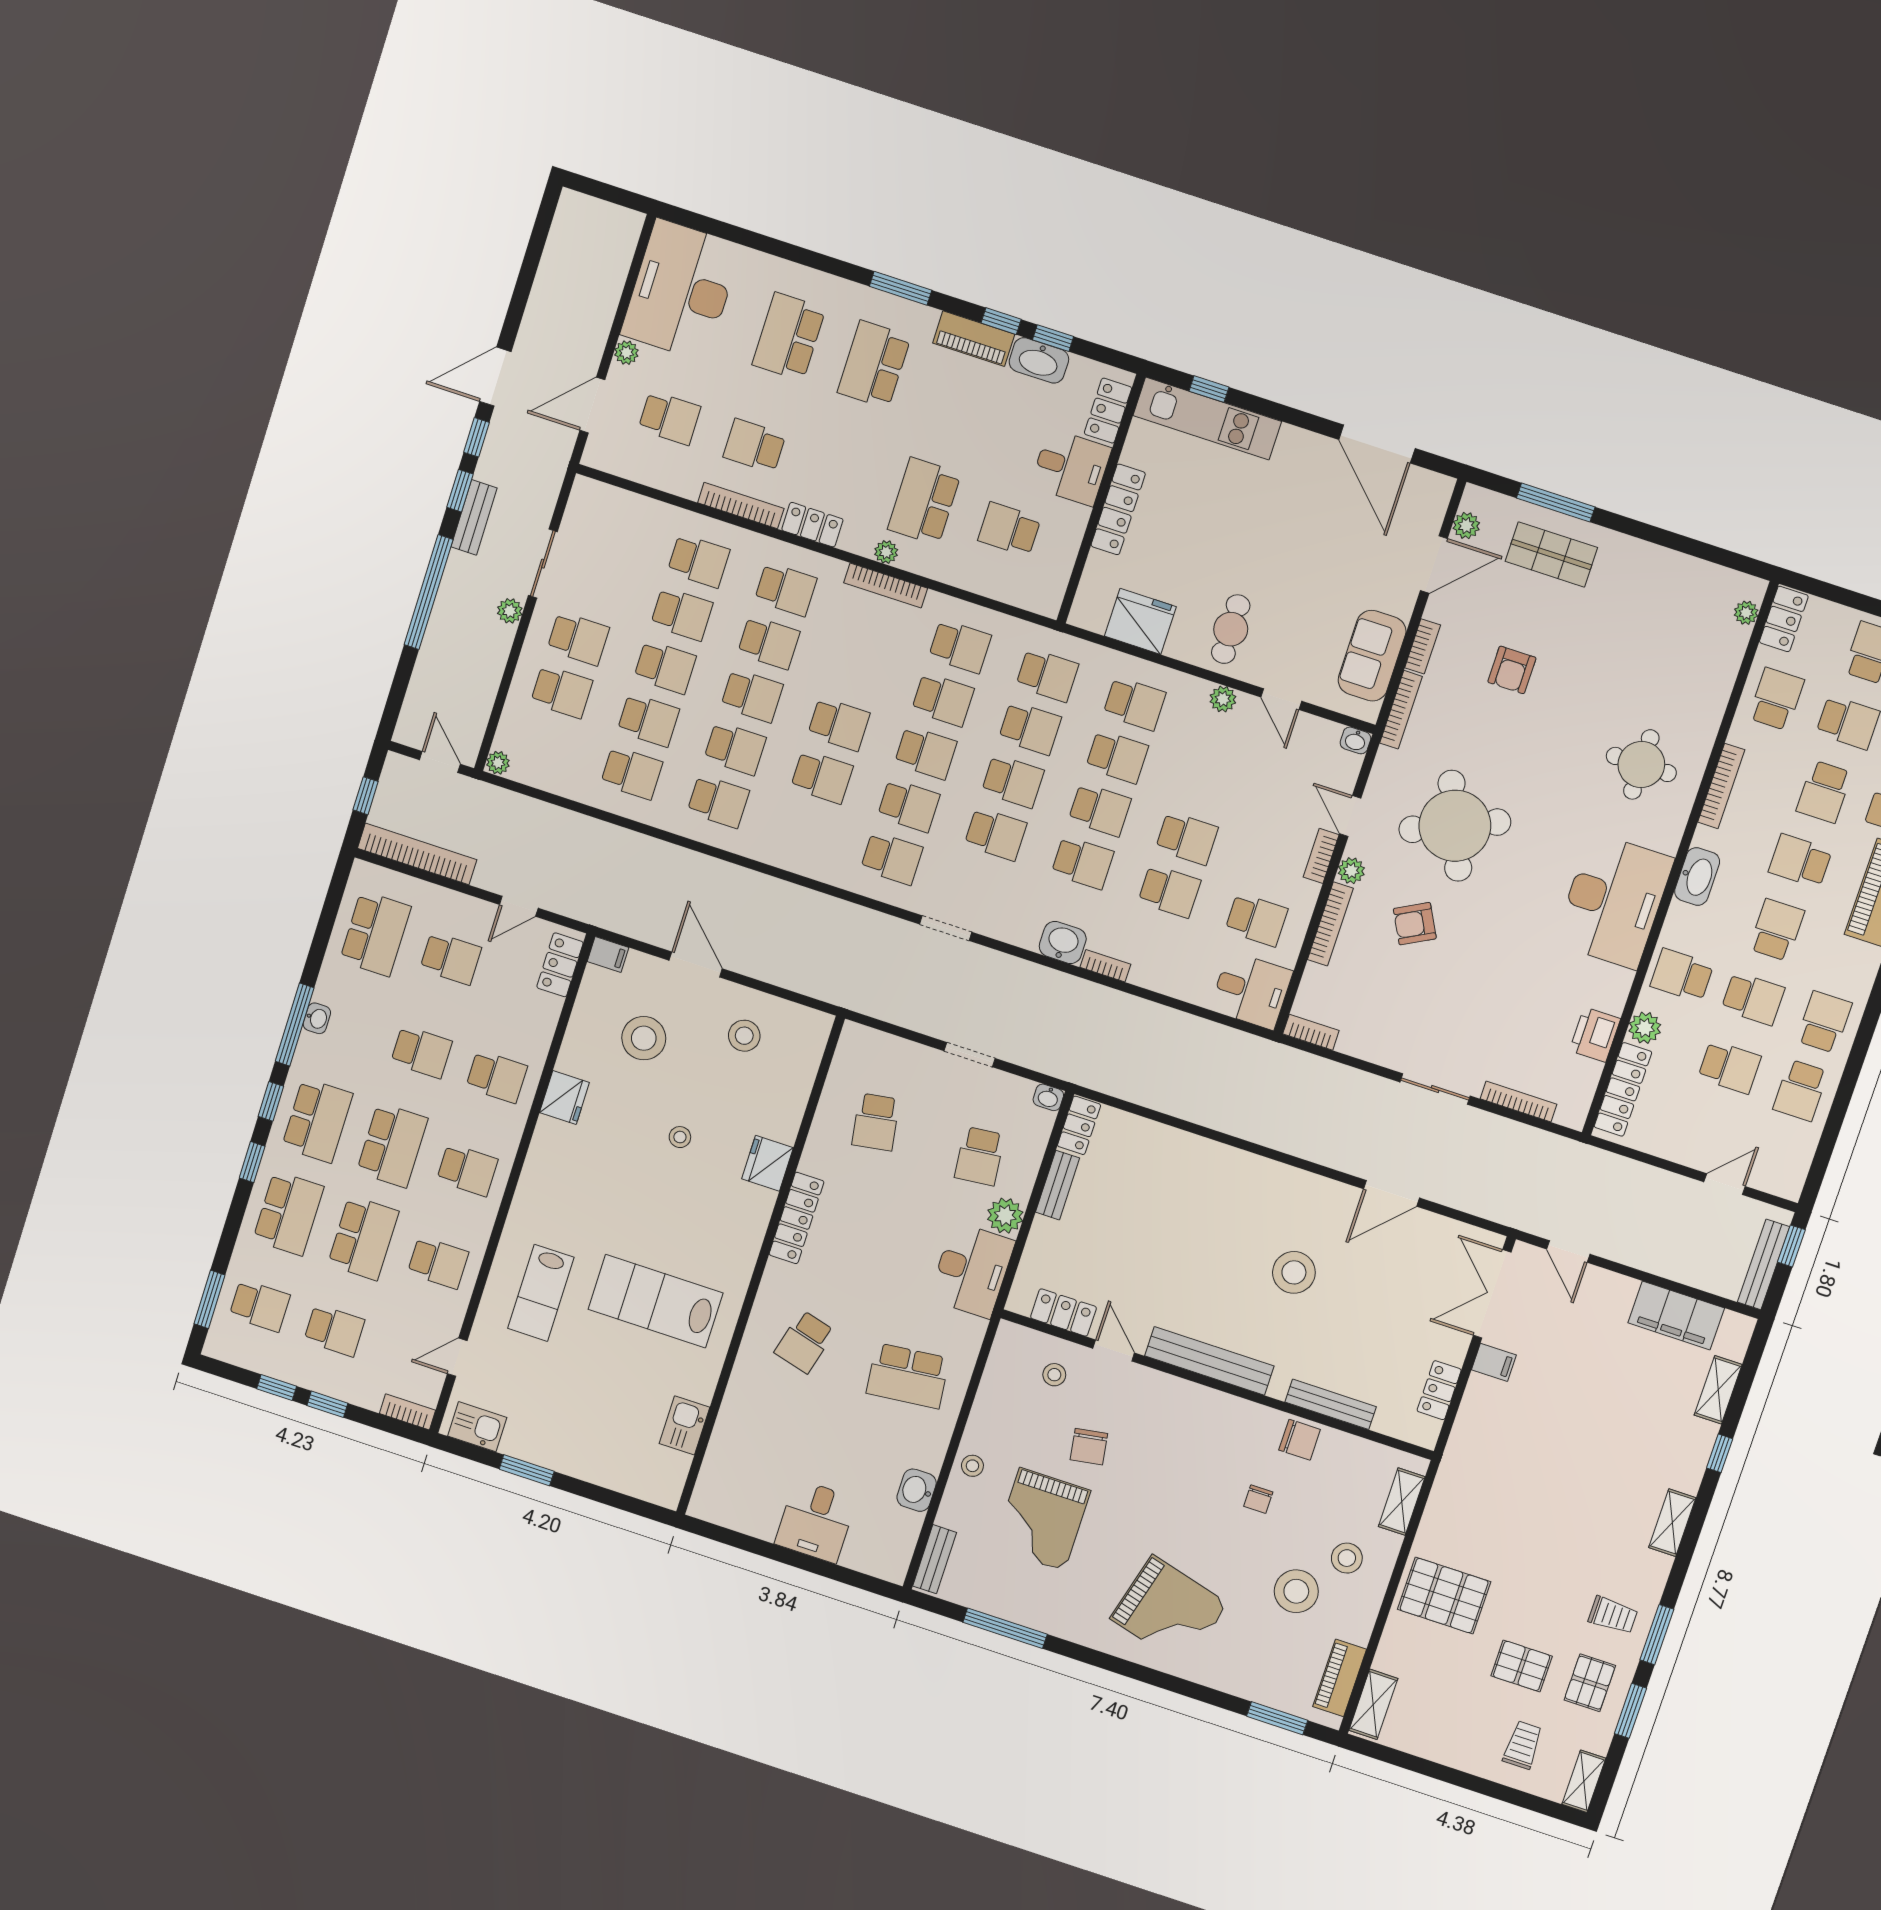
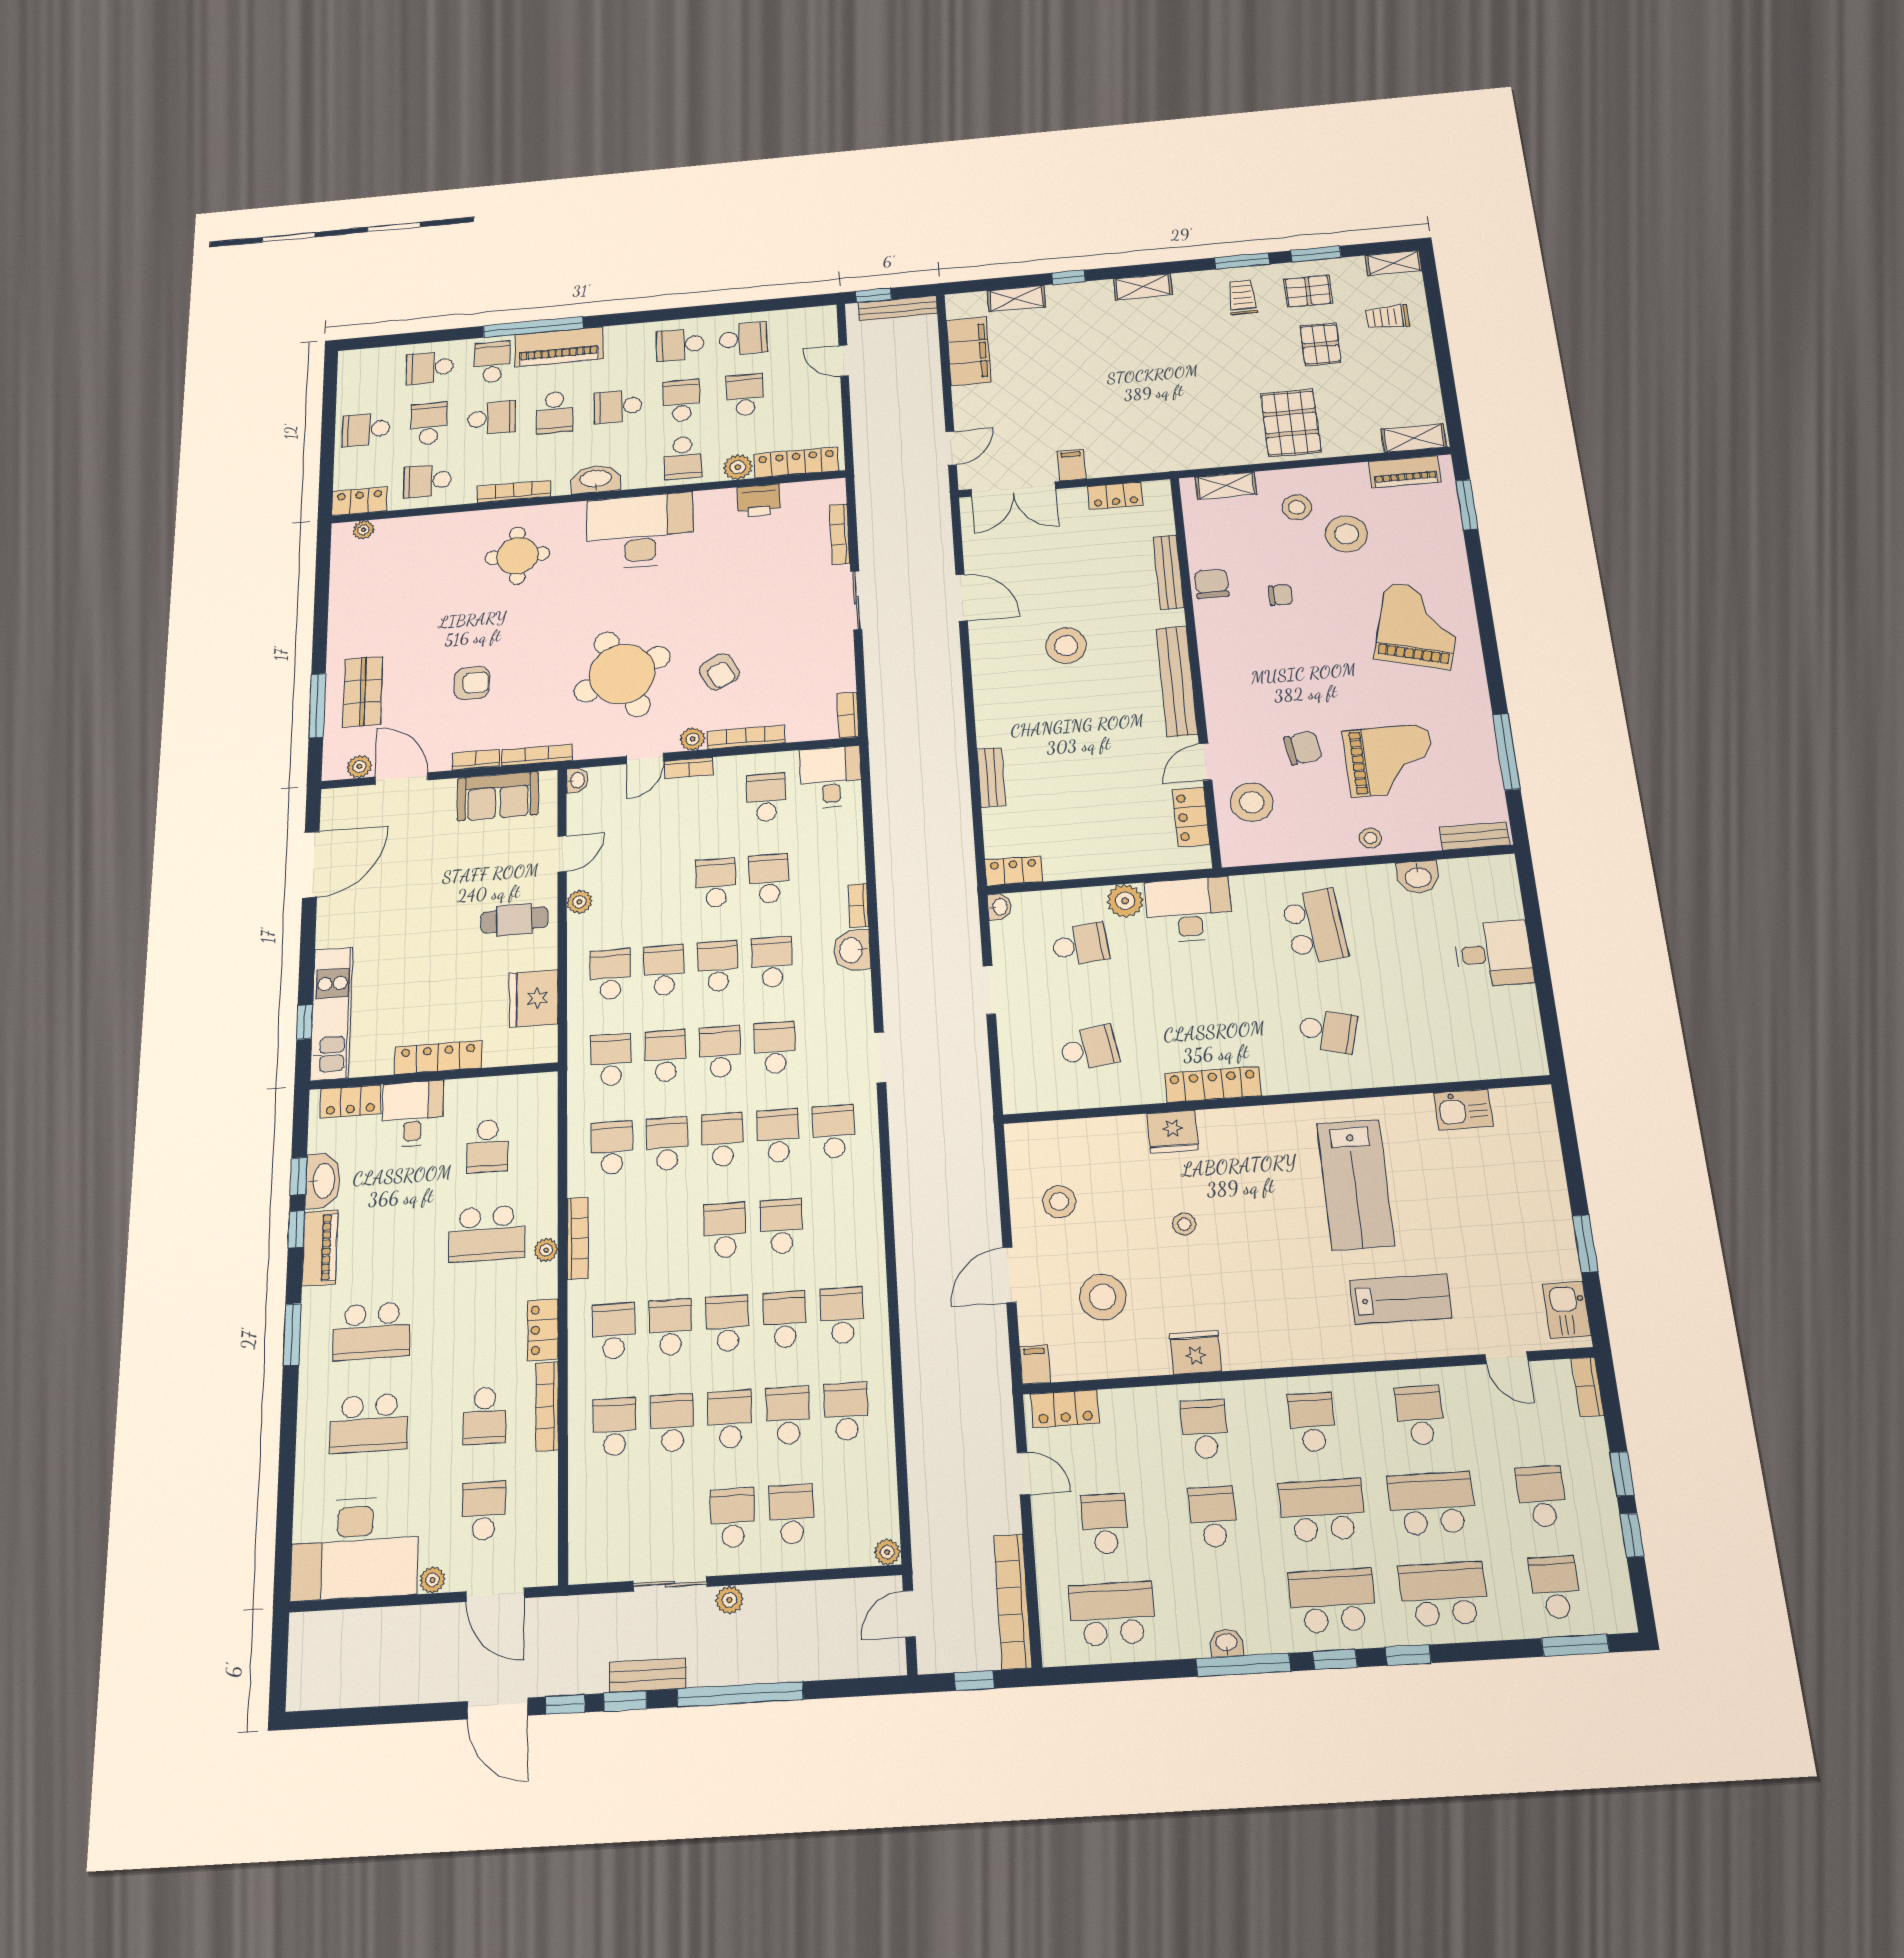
bench: (1058, 1185) -> (991, 777), moved, turned 90
stool: (1054, 1375) -> (1252, 802), width x1.89, depth x1.89

